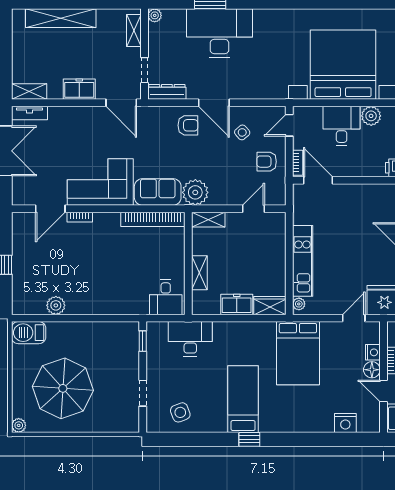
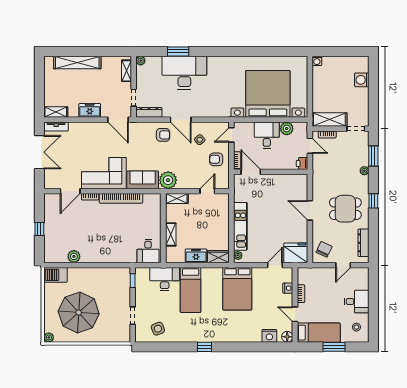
bookcase: (153, 219) -> (121, 198), moved
floor lamp: (372, 370) -> (287, 337), moved
bed: (243, 399) -> (191, 290), moved, turned 180

